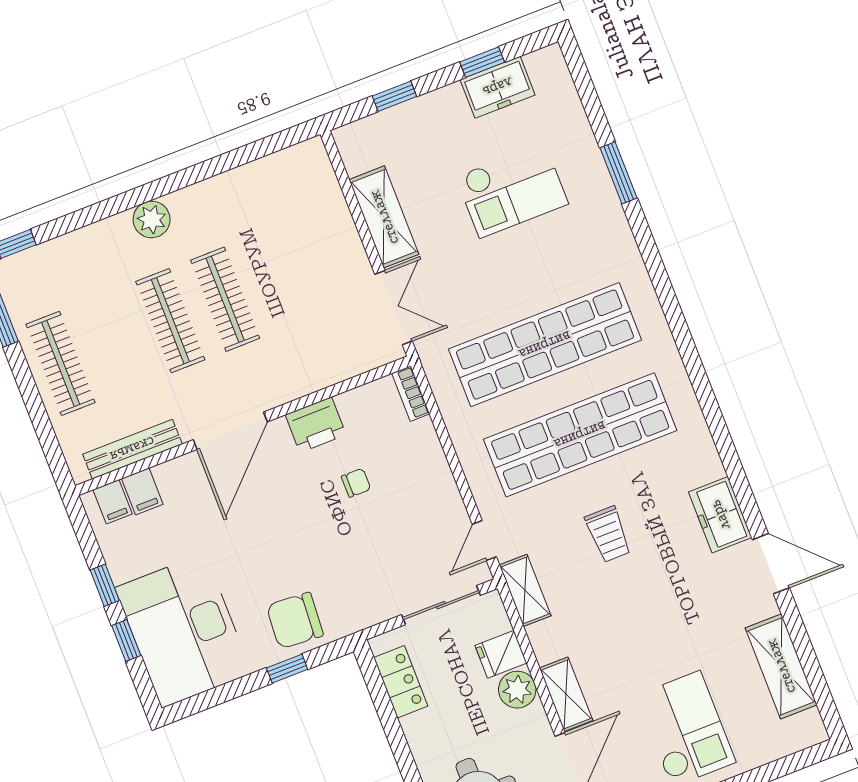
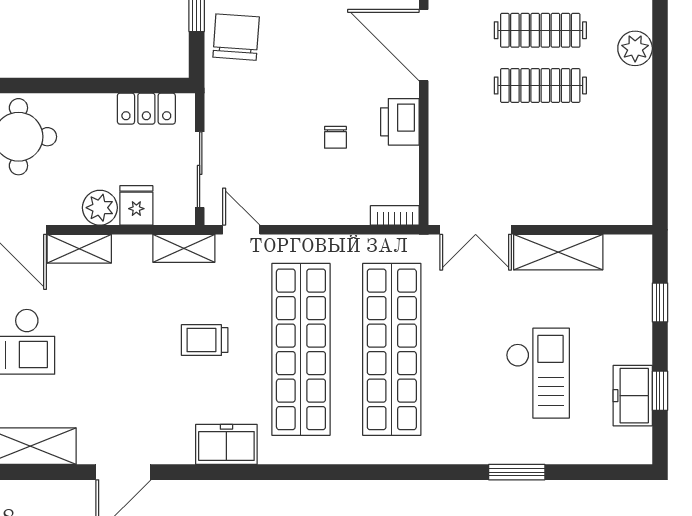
checkout: (512, 190) -> (538, 373), turned 180
freezer: (720, 515) -> (226, 444), moved

